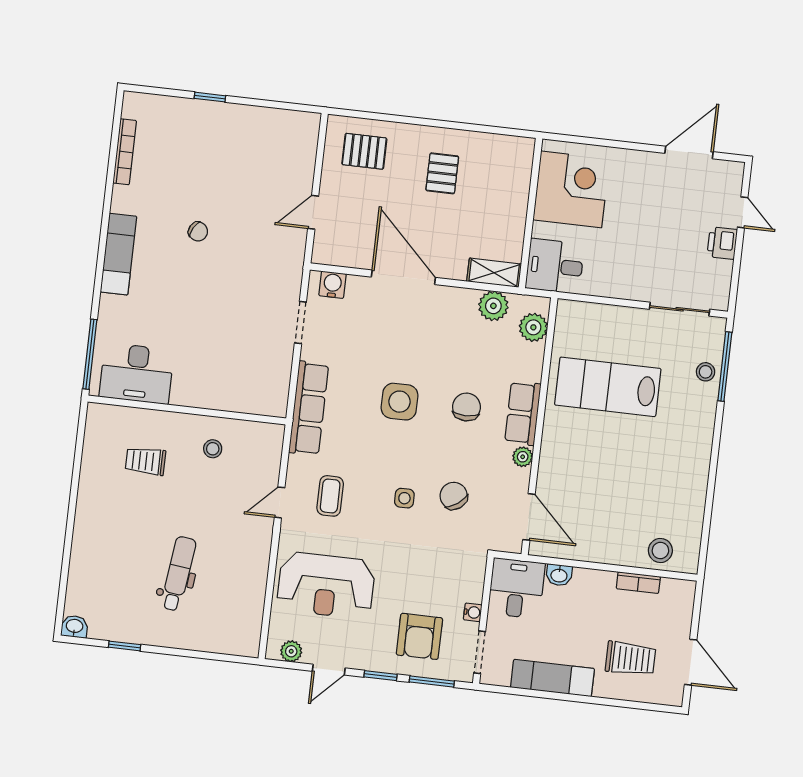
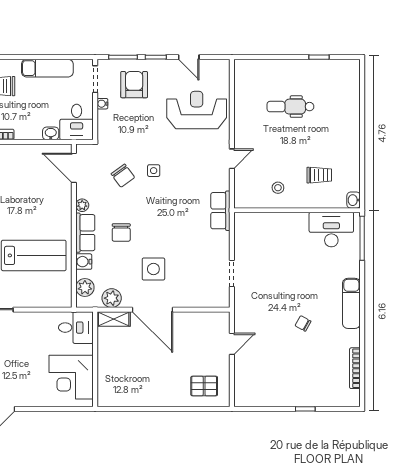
pallet: (442, 173) -> (153, 378), removed
door: (403, 277) -> (152, 310), moved
water cooler: (333, 285) -> (84, 262), moved, turned 90
side table: (399, 402) -> (153, 269), moved
row of seats: (309, 408) -> (220, 211), width x0.68
coffee table: (330, 496) -> (201, 167), removed
dental chair: (178, 574) -> (290, 107), turned 83
washbasin: (74, 627) -> (354, 200), moved, turned 90
plant: (291, 651) -> (214, 66), removed
door: (329, 670) -> (189, 57), swing flipped

